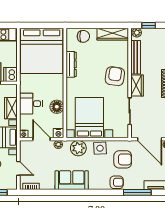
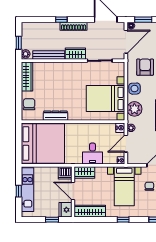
armchair: (115, 76) -> (67, 75), removed
floor lamp: (57, 107) -> (95, 129), removed
wardrobe: (11, 108) -> (84, 173), moved

